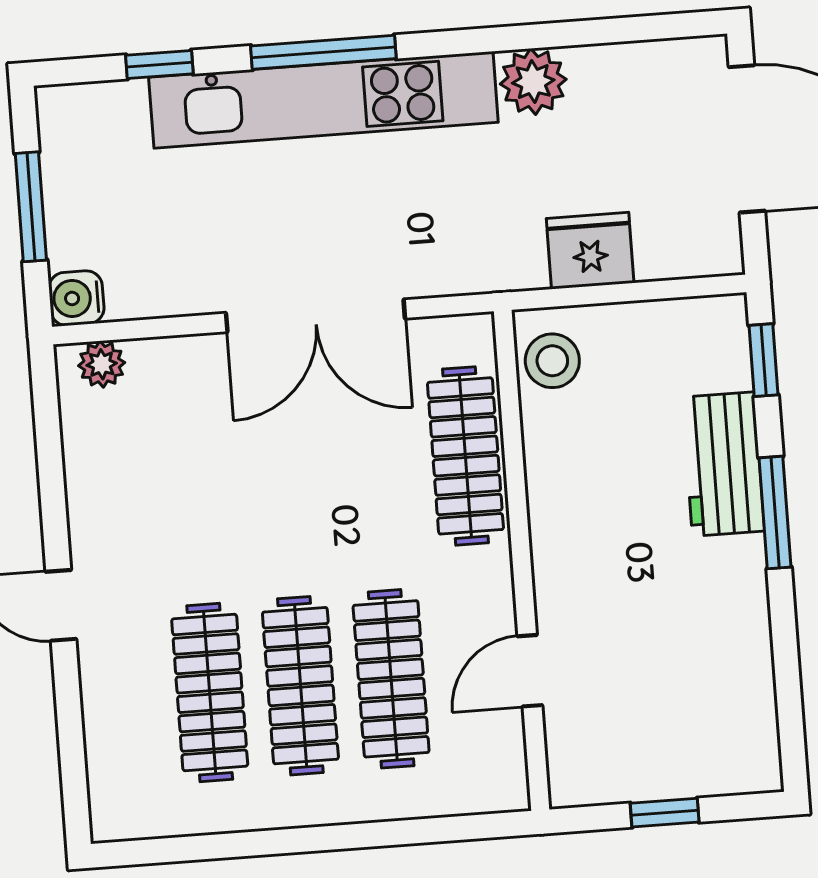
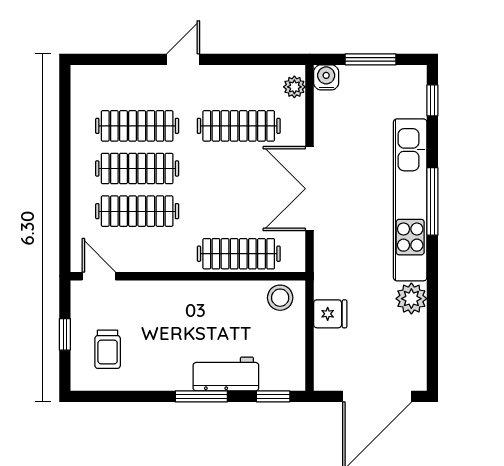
window: (159, 65) -> (432, 100), moved
fridge: (590, 251) -> (330, 314), width x0.72
clothes rail: (193, 476) -> (239, 126), added
door: (530, 671) -> (99, 276), moved
trolley: (690, 720) -> (108, 349), added

